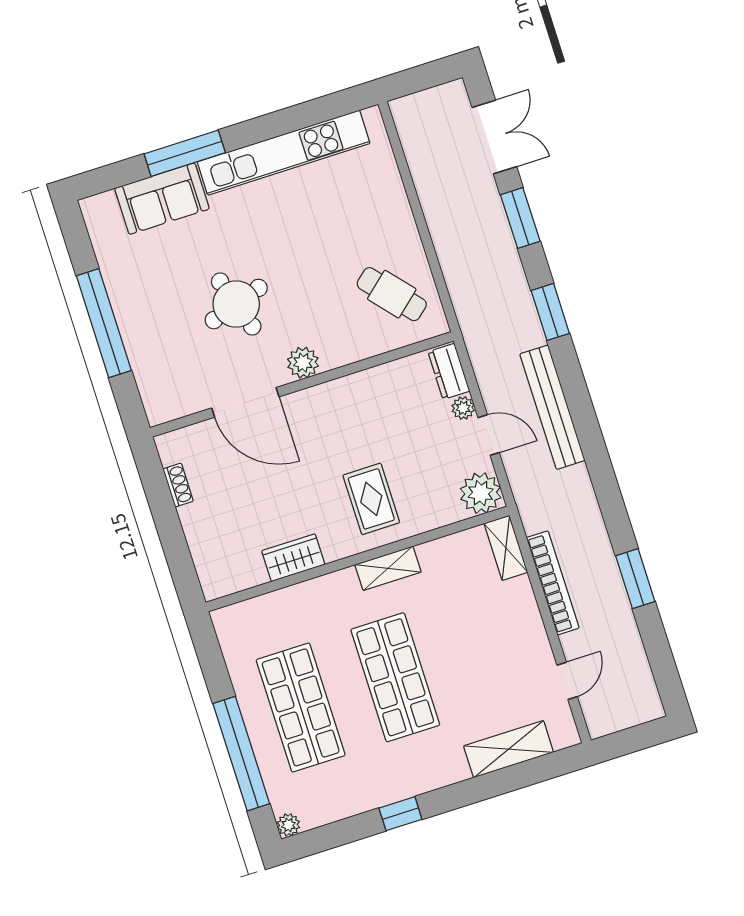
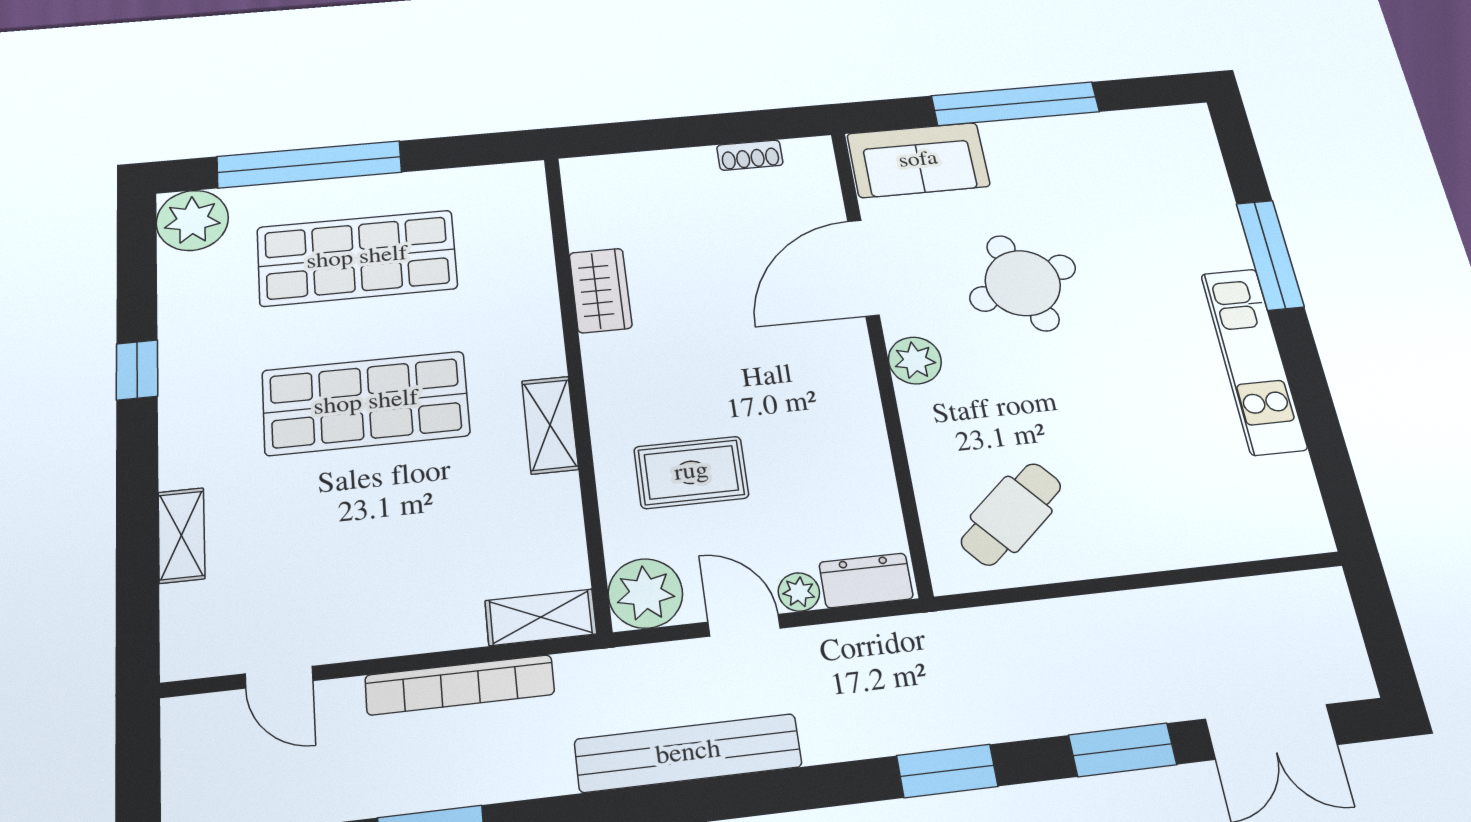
kitchen unit: (284, 153) -> (1253, 360), width x0.73
sofa: (162, 199) -> (918, 160), moved, turned -90
bench: (552, 407) -> (688, 753), moved
door: (489, 435) -> (744, 625), swing flipped
rug: (371, 499) -> (691, 472), moved
shelving: (509, 749) -> (181, 535), width x0.67, depth x0.75
plant: (288, 825) -> (192, 220), width x1.88, depth x1.88

